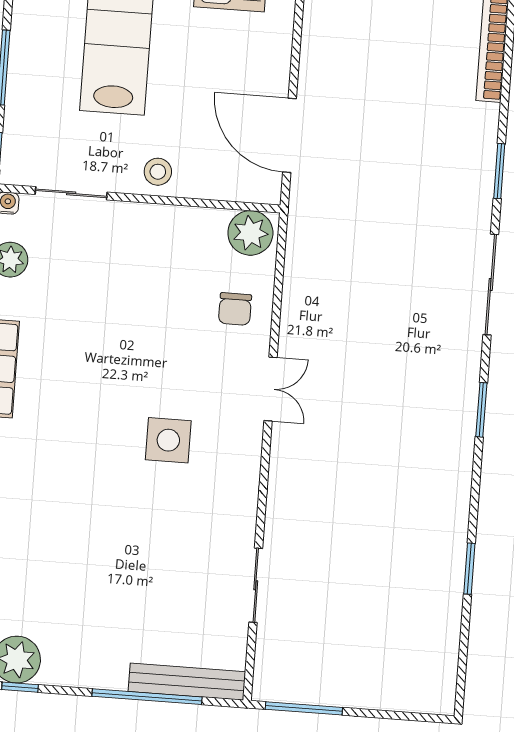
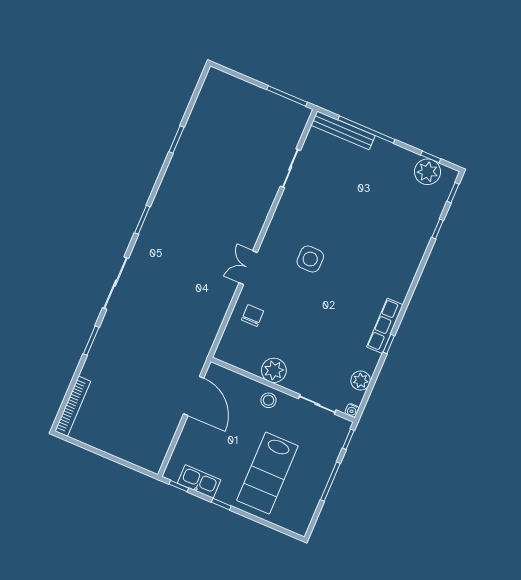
plant: (250, 233) -> (274, 370), moved

